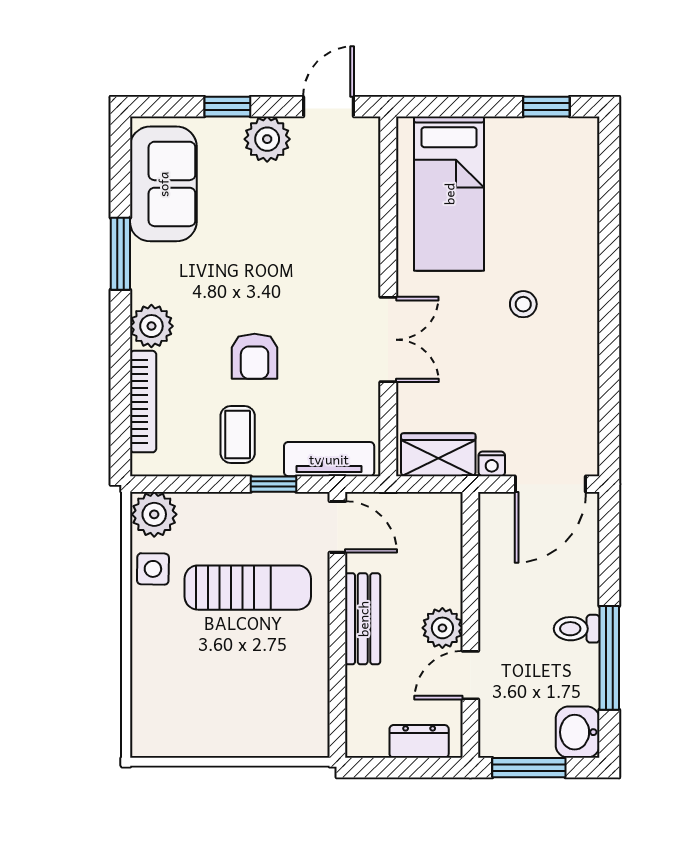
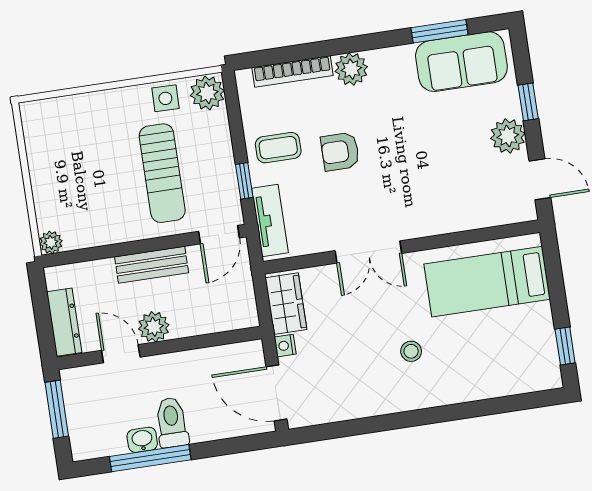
window: (120, 254) -> (440, 31), moved
toilet: (577, 629) -> (172, 422), width x1.37, depth x1.39
washbasin: (578, 732) -> (142, 440), moved, width x0.72, depth x0.69
dresser: (419, 741) -> (64, 322), width x1.44
plant: (315, 743) -> (51, 242), added

